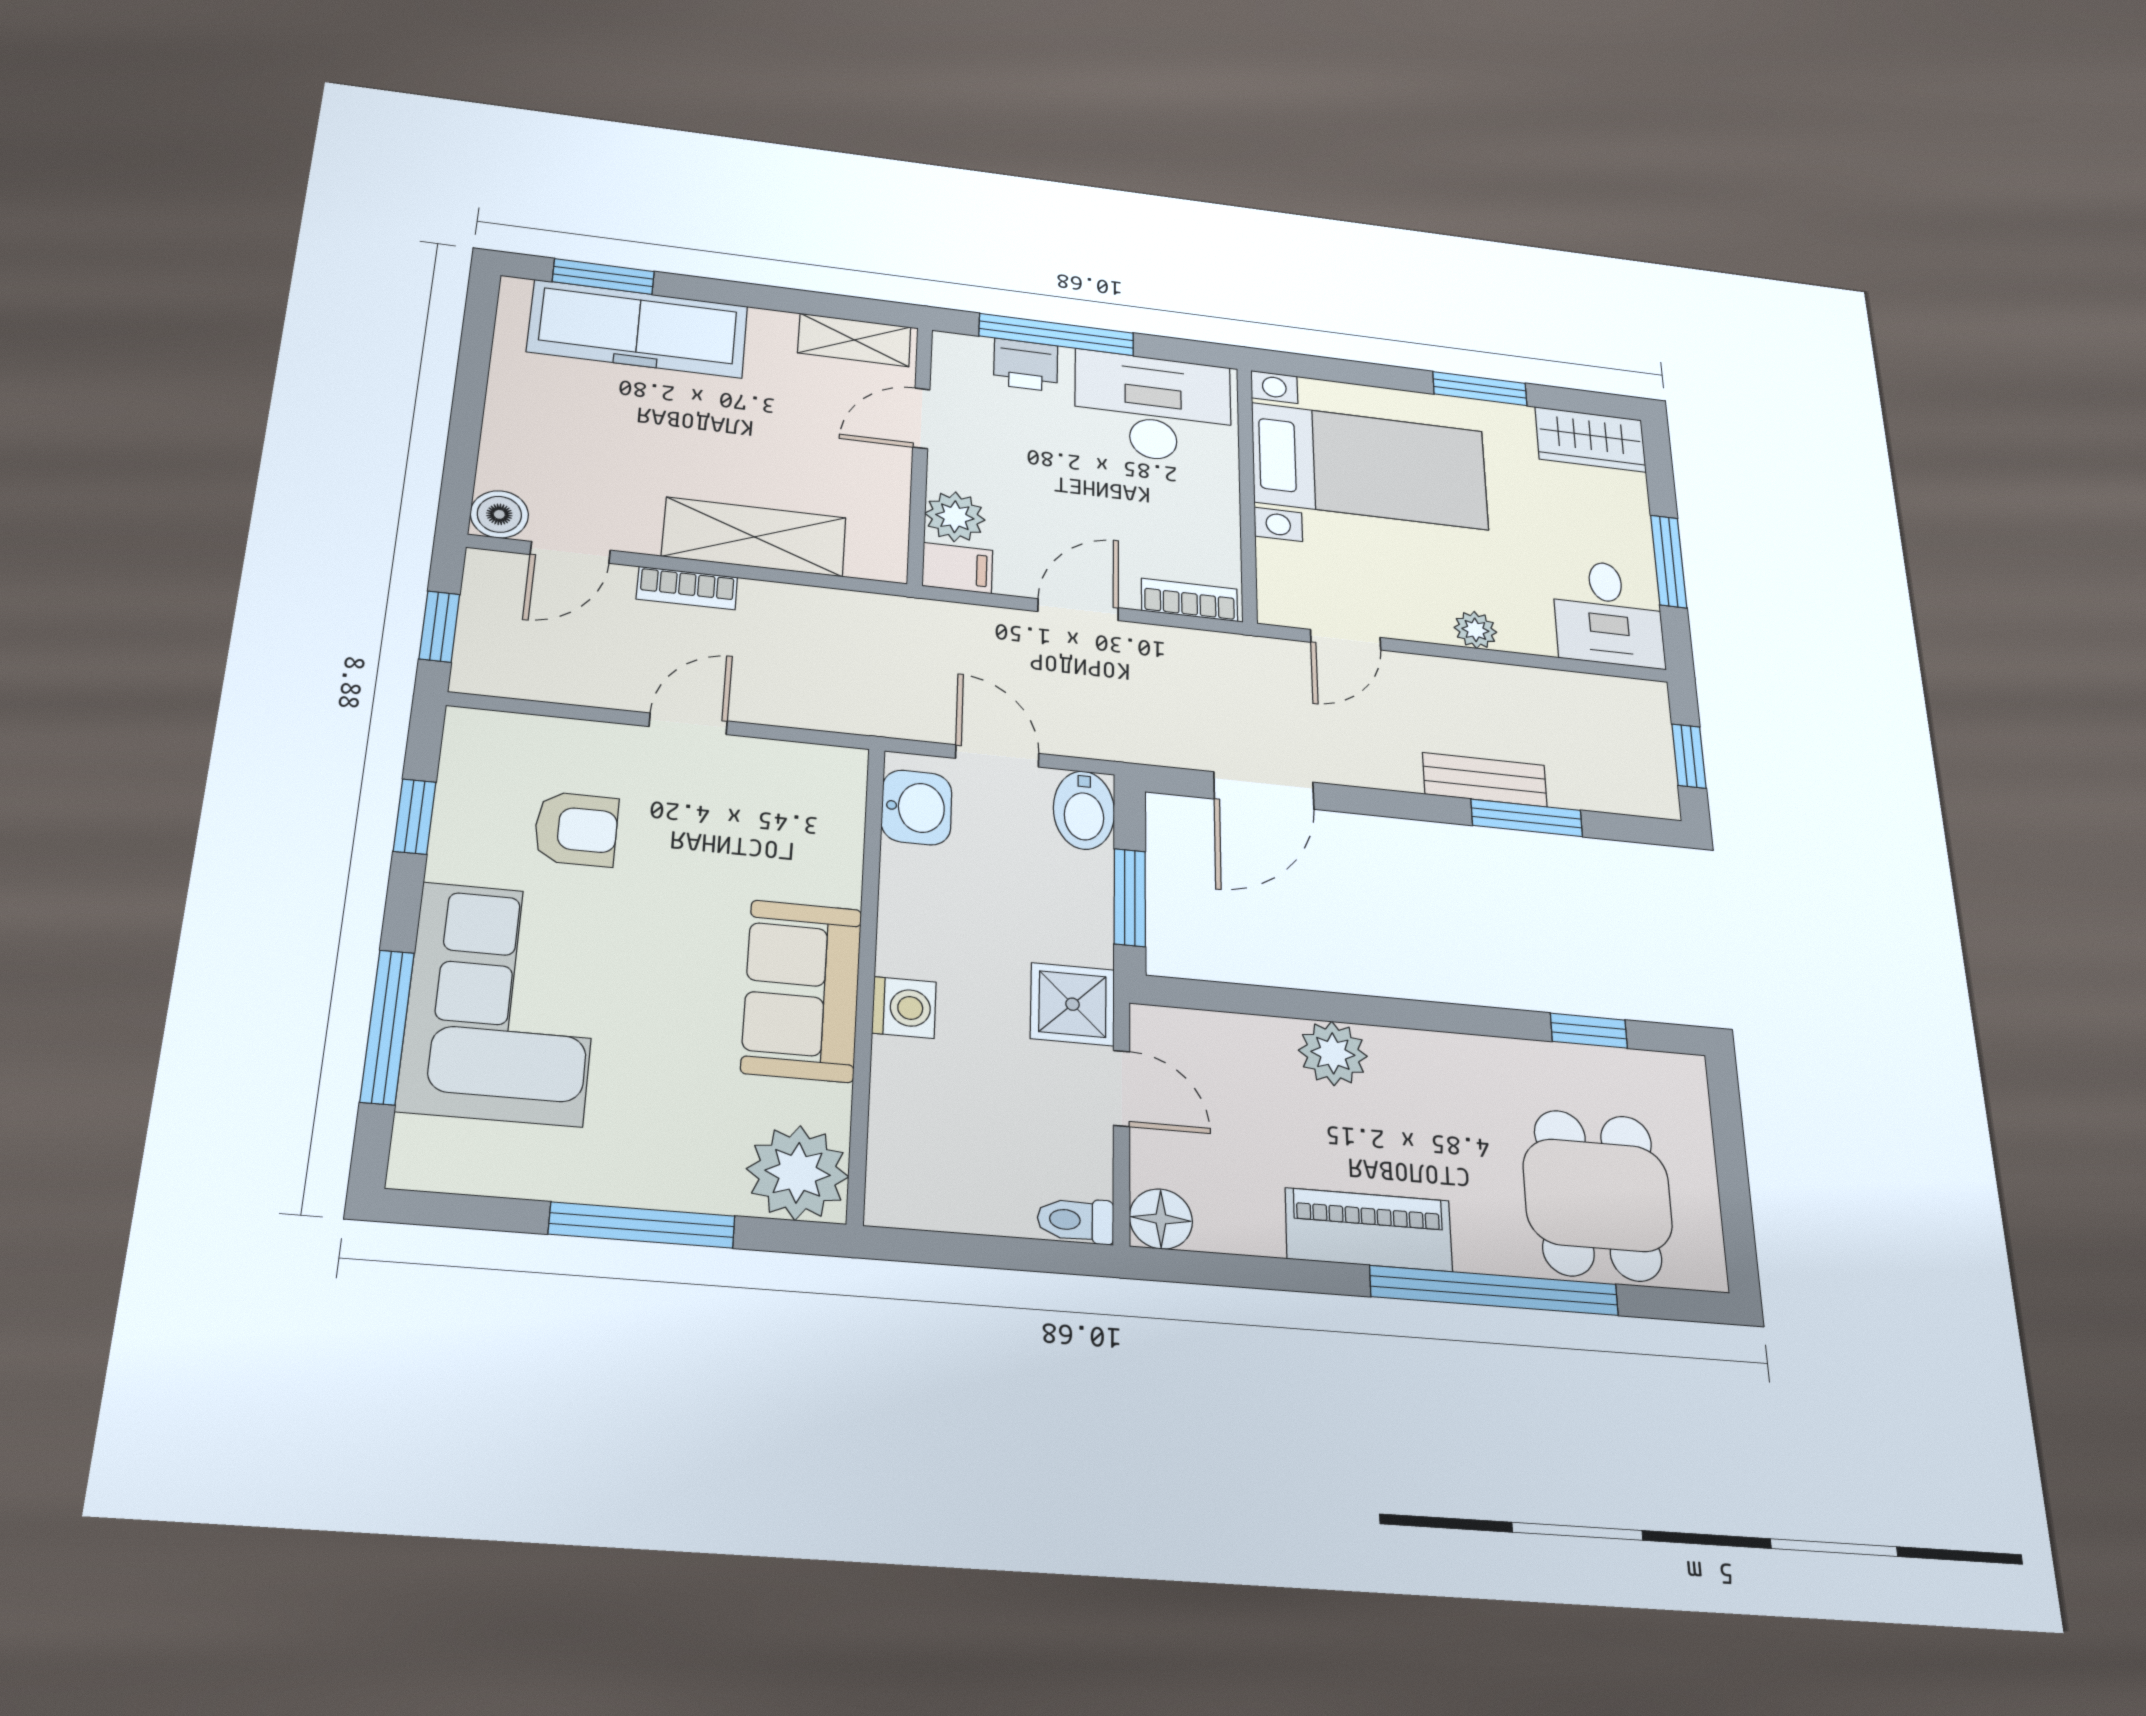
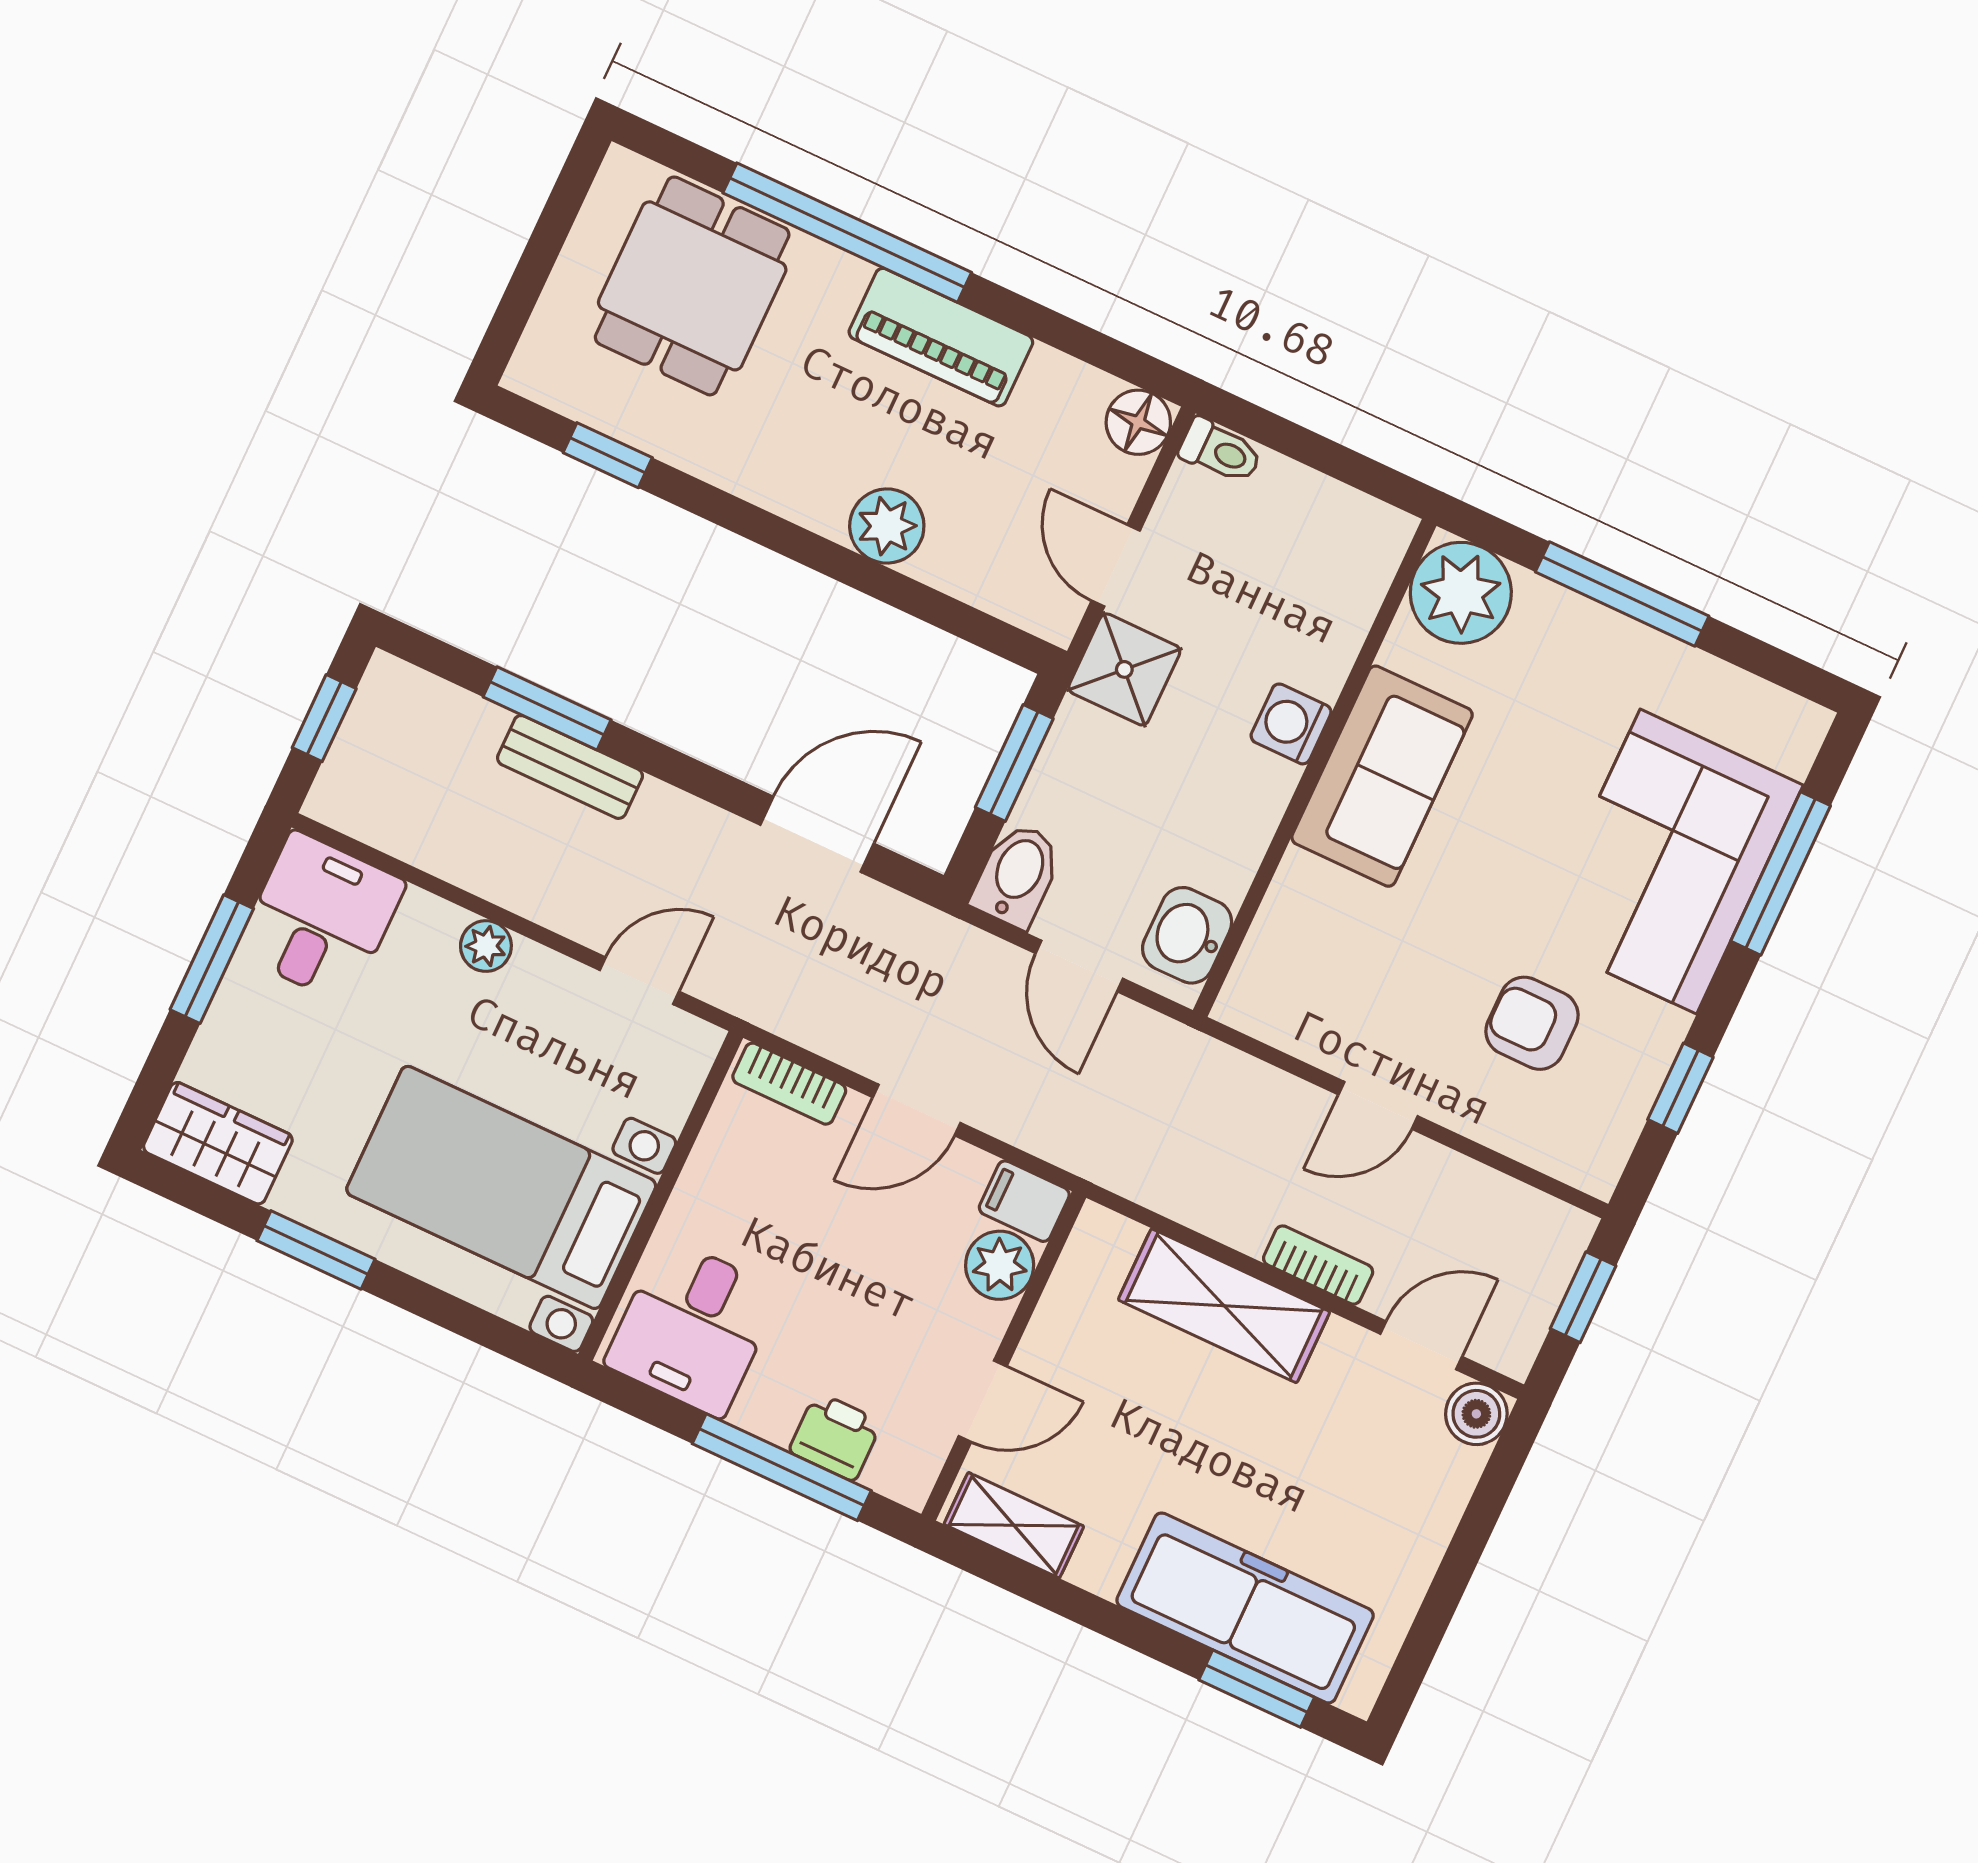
desk: (1153, 408) -> (693, 1327), width x0.73

